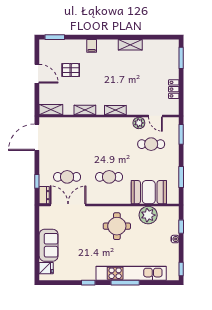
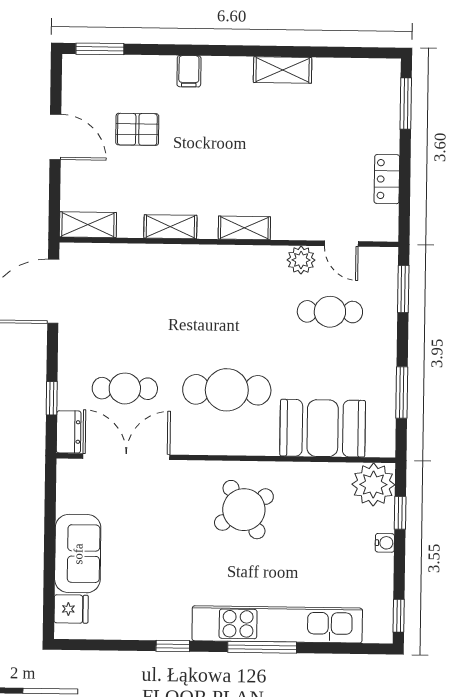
cafe table: (109, 177) -> (227, 390), width x1.37, depth x1.35
plant: (148, 215) -> (373, 484), moved
round table: (117, 226) -> (244, 510), turned -32

